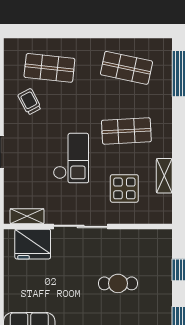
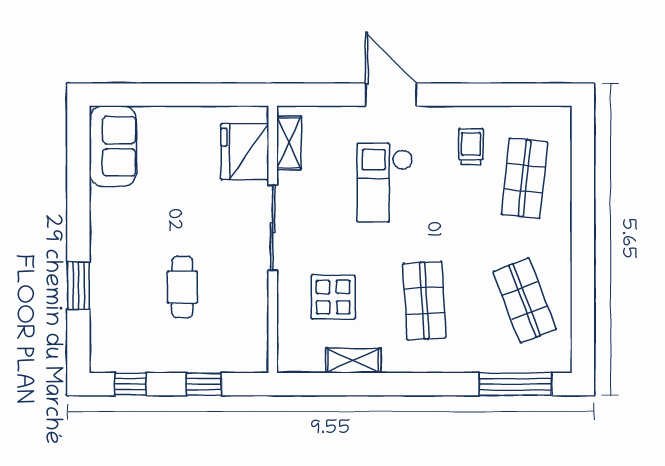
shop shelf: (126, 68) -> (525, 301), turned -33
trolley: (30, 102) -> (471, 147), turned -62
checkout: (71, 158) -> (385, 183), moved, turned 90

